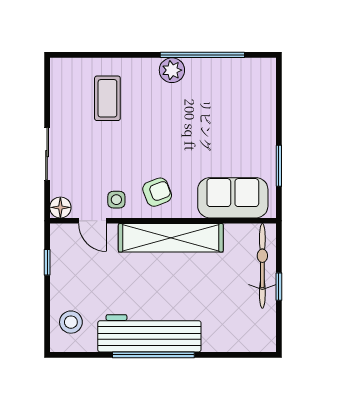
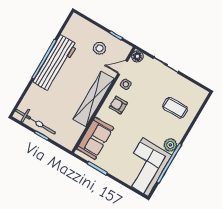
corner sofa: (231, 90) -> (145, 167), added
armchair: (157, 192) -> (118, 105), turned 111
bicycle: (262, 266) -> (36, 122), moved
stool: (71, 322) -> (100, 48), moved

